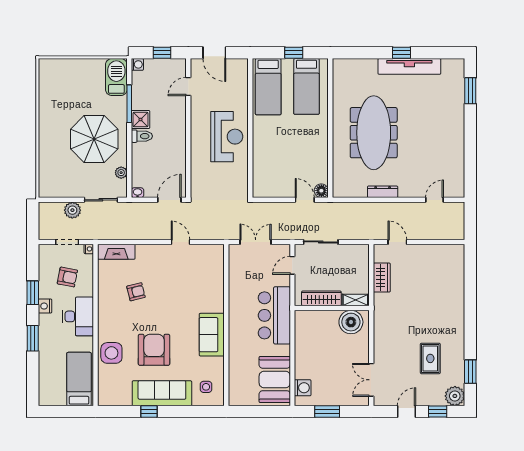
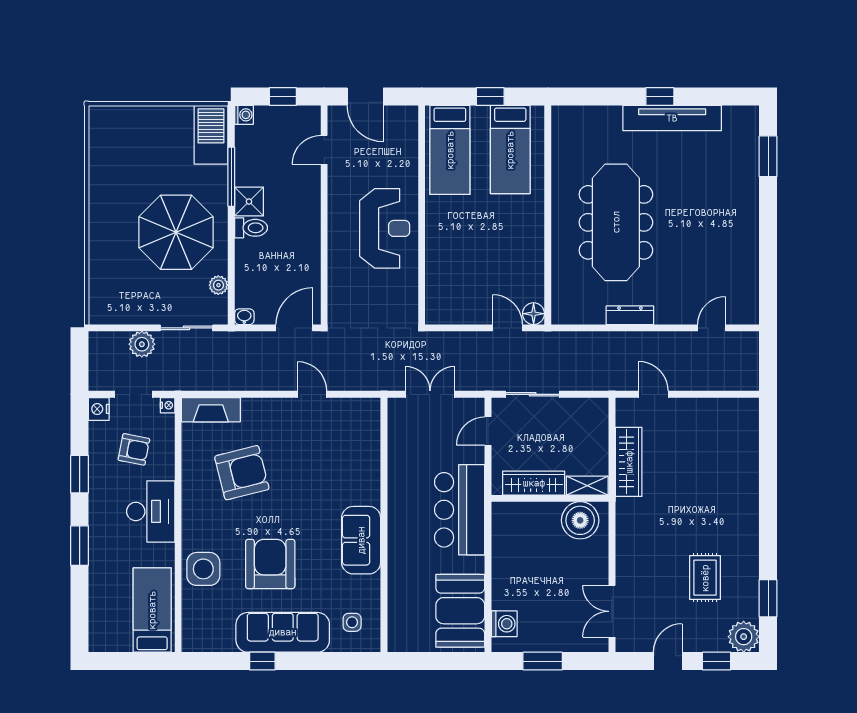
wardrobe: (382, 278) -> (629, 462), width x1.50
armchair: (136, 292) -> (242, 473), width x1.88, depth x1.88
nightstand: (45, 306) -> (99, 409), moved

